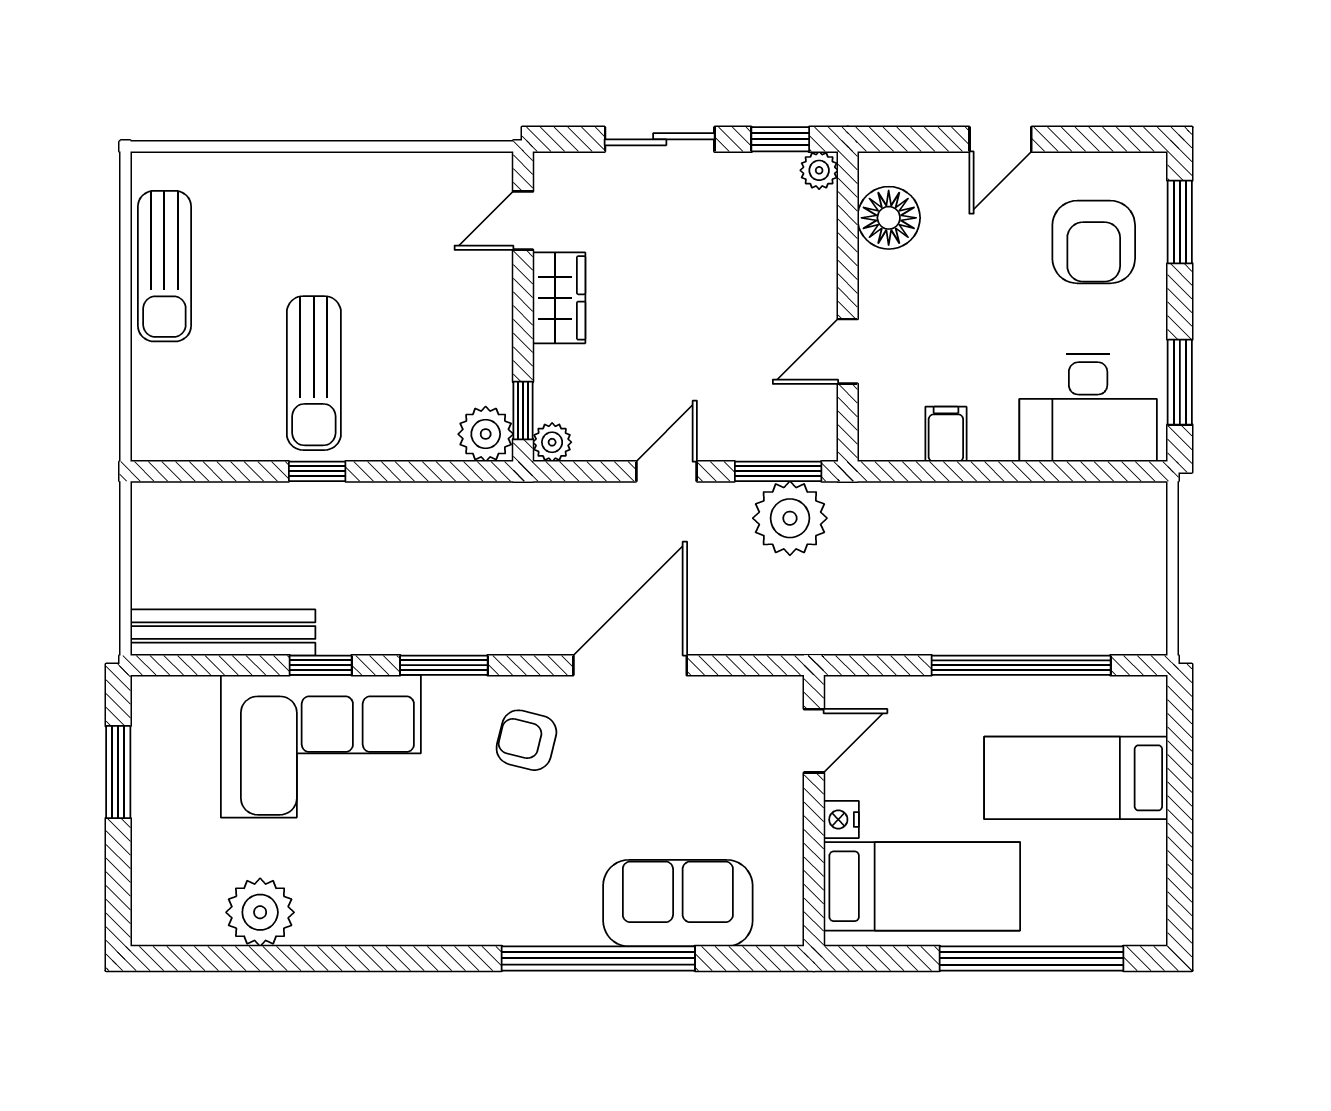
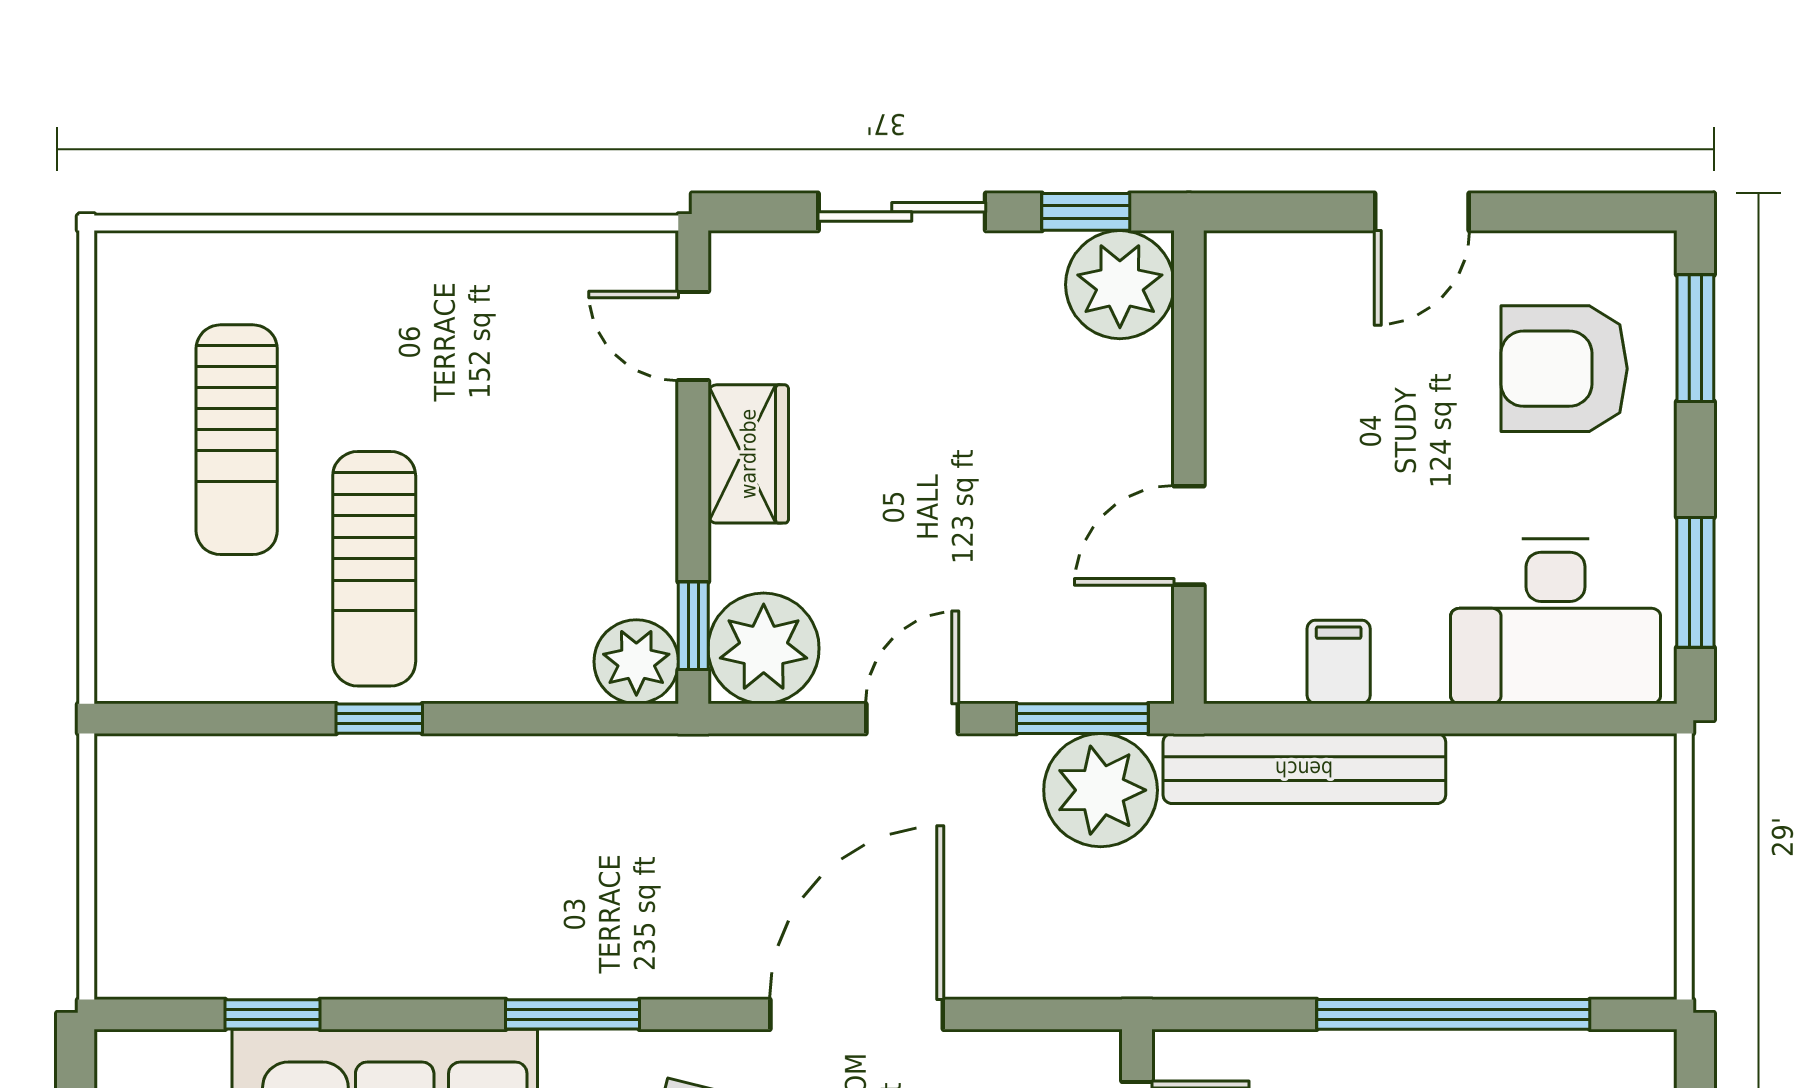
plant: (819, 170) -> (1120, 285), width x1.88, depth x1.88
floor lamp: (889, 218) -> (1251, 332), removed
door: (523, 221) -> (693, 336), hinge flipped
armchair: (1094, 242) -> (1564, 369), turned 90
sun lounger: (164, 266) -> (237, 440), moved
plant: (552, 442) -> (764, 648), width x1.88, depth x1.88
bench: (223, 632) -> (1304, 769), moved
window: (321, 665) -> (273, 1014), moved

